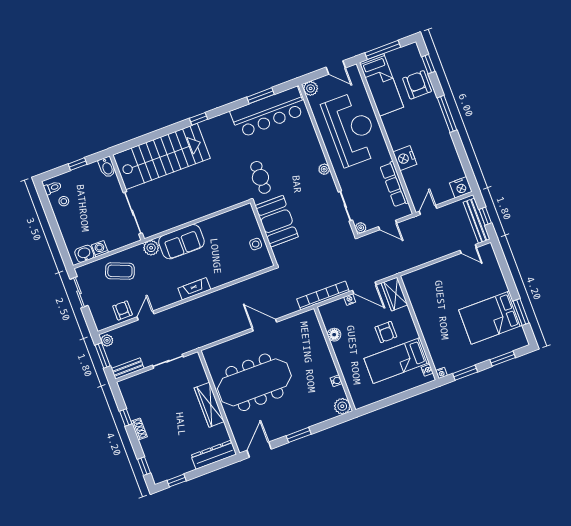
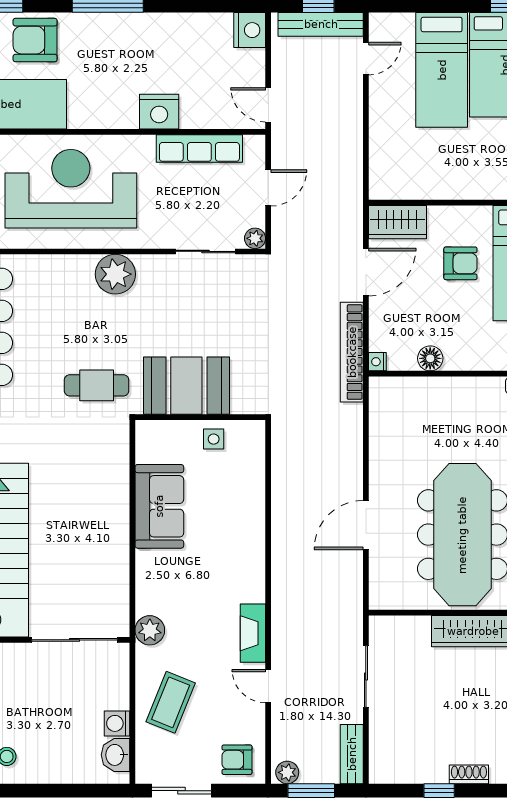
plant: (324, 169) -> (115, 274), width x1.88, depth x1.88
sofa: (181, 242) -> (159, 506), moved
bed: (476, 288) -> (442, 70), added
fireplace: (194, 289) -> (253, 633), moved
nightstand: (350, 300) -> (377, 362), moved
armchair: (123, 310) -> (237, 760), moved
door: (264, 325) -> (366, 525), moved

